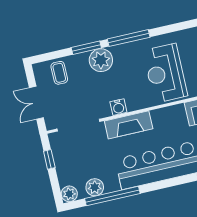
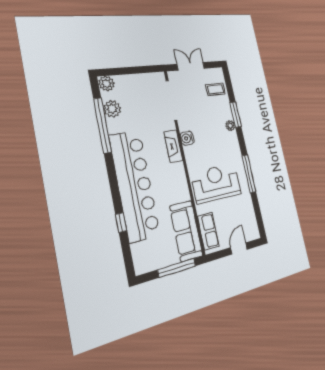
window: (129, 38) -> (249, 174), moved
plant: (101, 60) -> (230, 126), width x0.53, depth x0.53
fireplace: (129, 125) -> (173, 146), width x0.73, depth x0.76
window: (49, 159) -> (141, 70), removed

